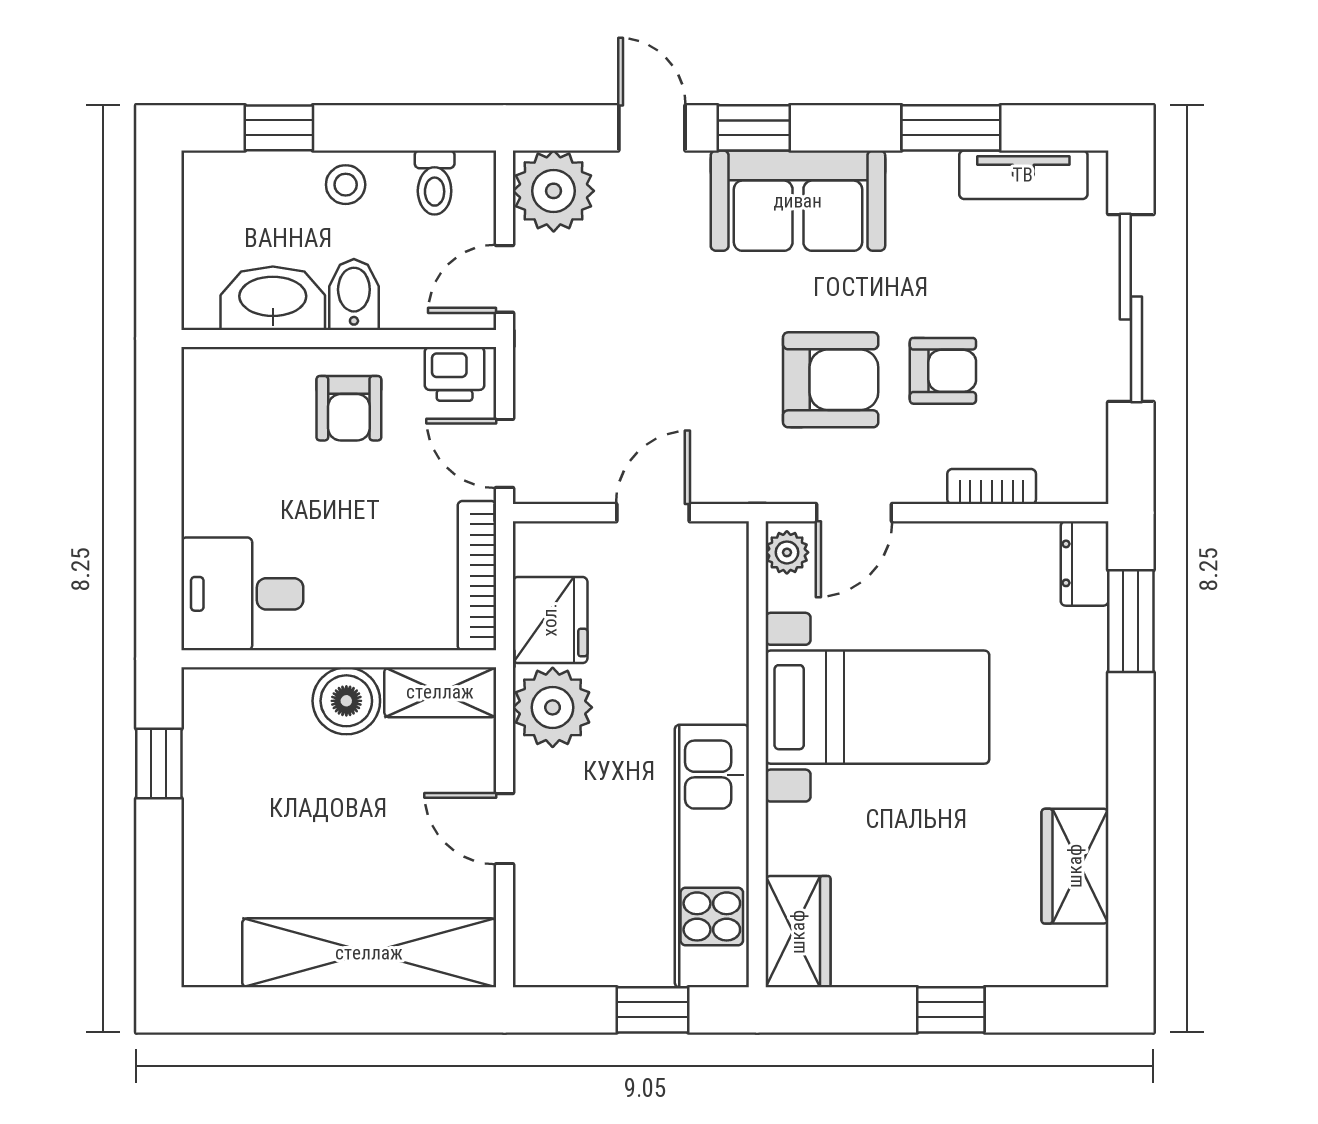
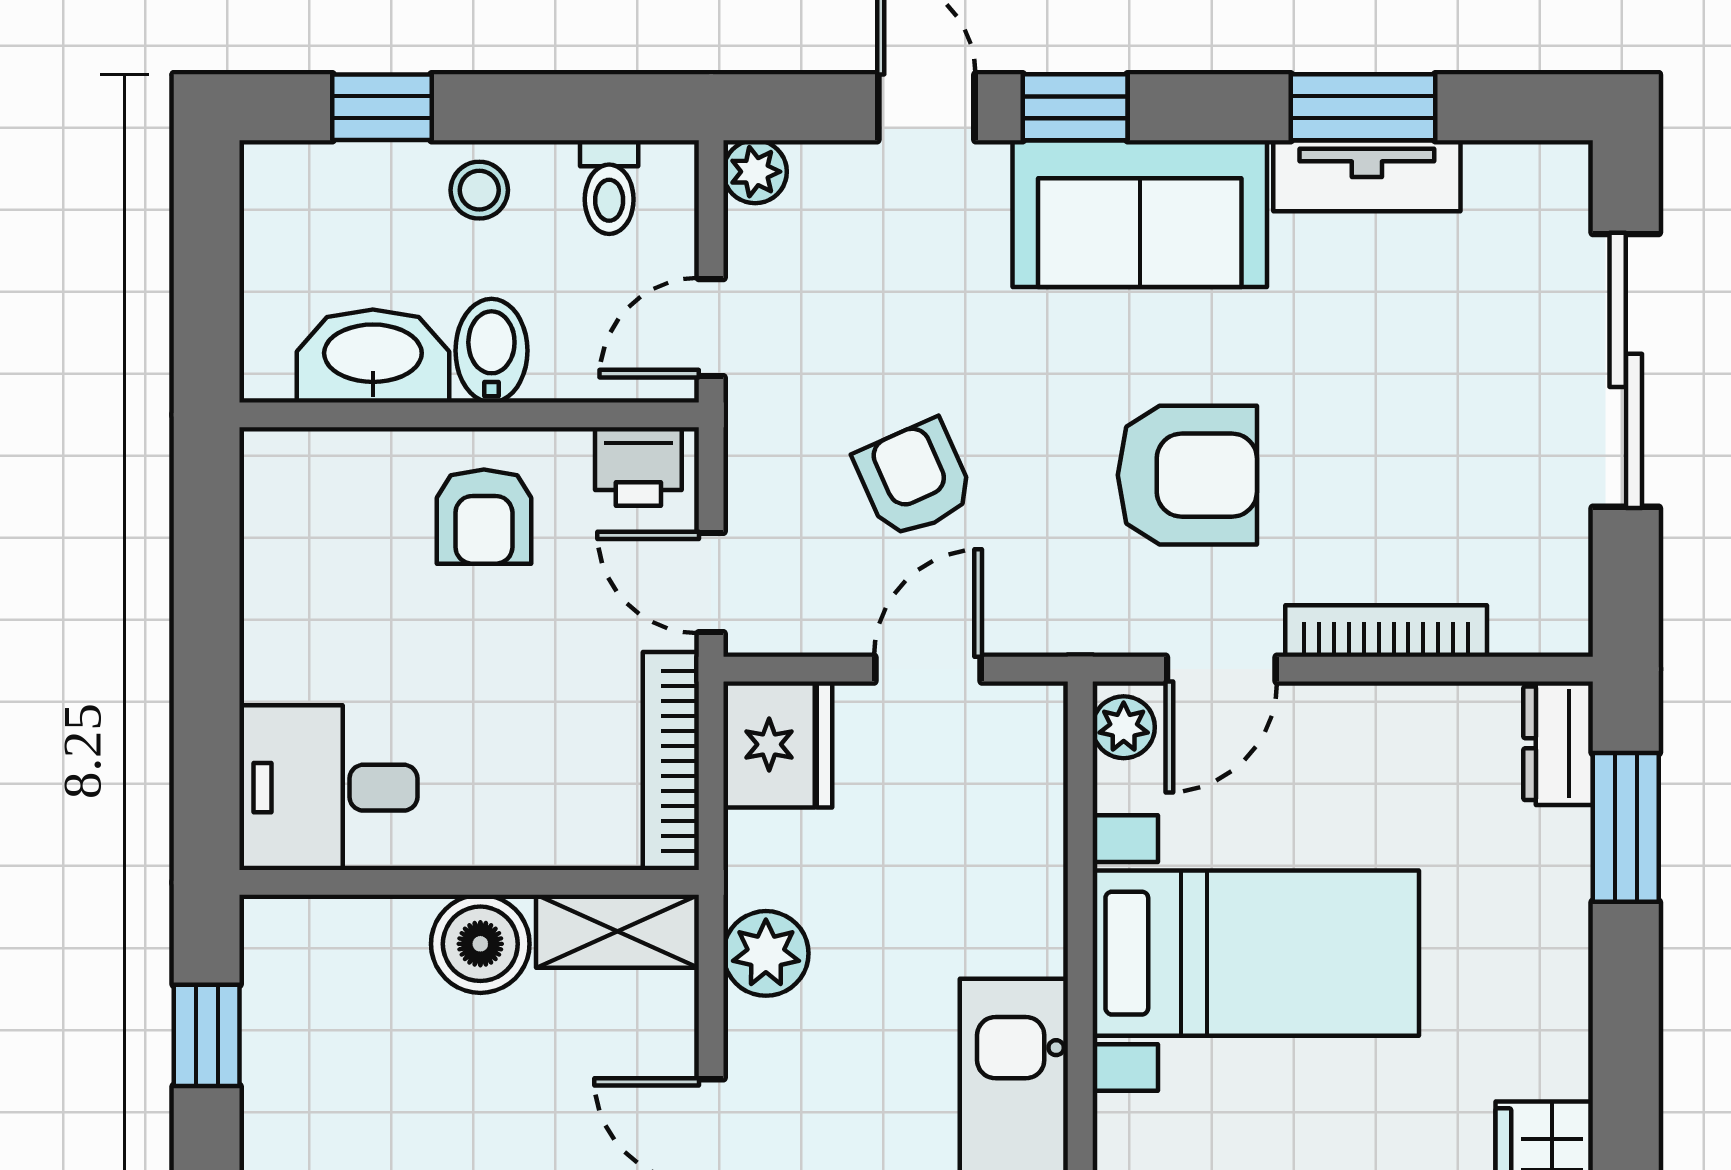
tv unit: (1023, 175) -> (1367, 176), moved
plant: (554, 191) -> (755, 172), width x0.53, depth x0.53
armchair: (943, 371) -> (914, 479), moved, turned -114
bookcase: (992, 487) -> (1386, 631), width x1.56
fridge: (550, 620) -> (778, 744), moved
plant: (553, 707) -> (766, 953), width x0.73, depth x0.73

